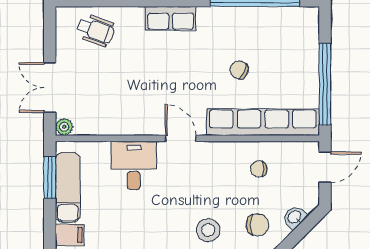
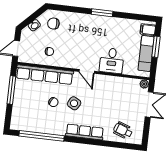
row of seats: (171, 18) -> (85, 132), width x1.48
side table: (198, 72) -> (74, 103), added
window: (325, 84) -> (11, 90), width x0.68
window: (50, 177) -> (156, 47), moved
stool: (208, 230) -> (78, 24), removed

